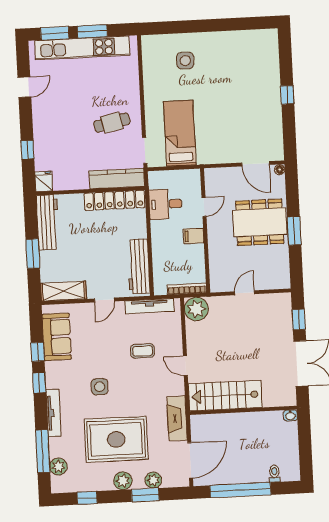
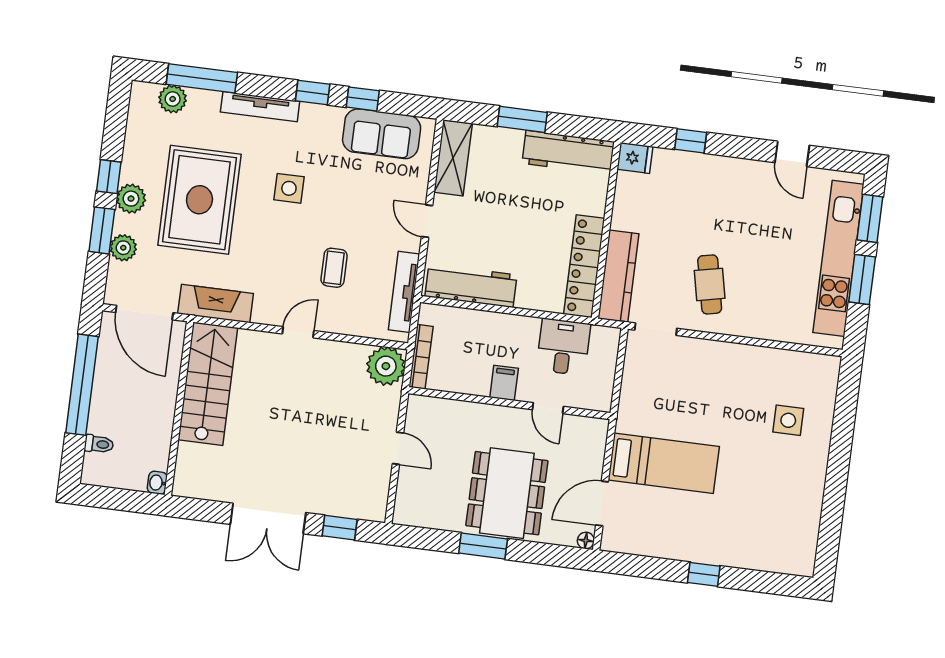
bed: (180, 133) -> (664, 463), moved
stairs: (225, 396) -> (208, 384), moved
wall: (243, 410) -> (179, 408), moved
washbasin: (290, 415) -> (157, 483), moved
window: (87, 498) -> (109, 177), moved

